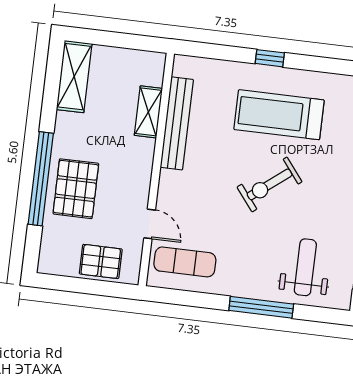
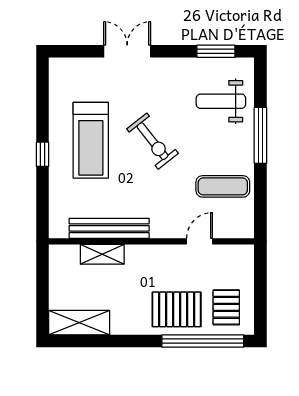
window: (41, 179) -> (203, 341), moved
pallet: (101, 261) -> (226, 307), moved
exercise mat: (185, 262) -> (223, 186), moved, turned 90

